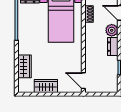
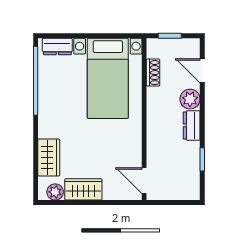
plant: (28, 88) -> (55, 192), added

